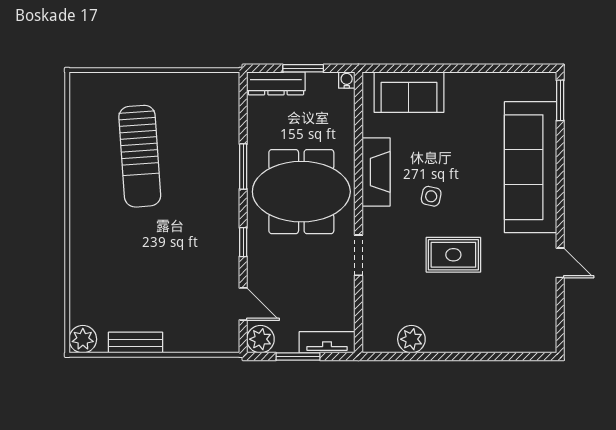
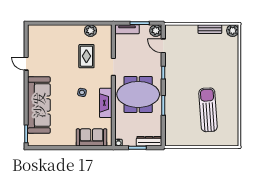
rug: (453, 255) -> (86, 56), moved, turned 90

